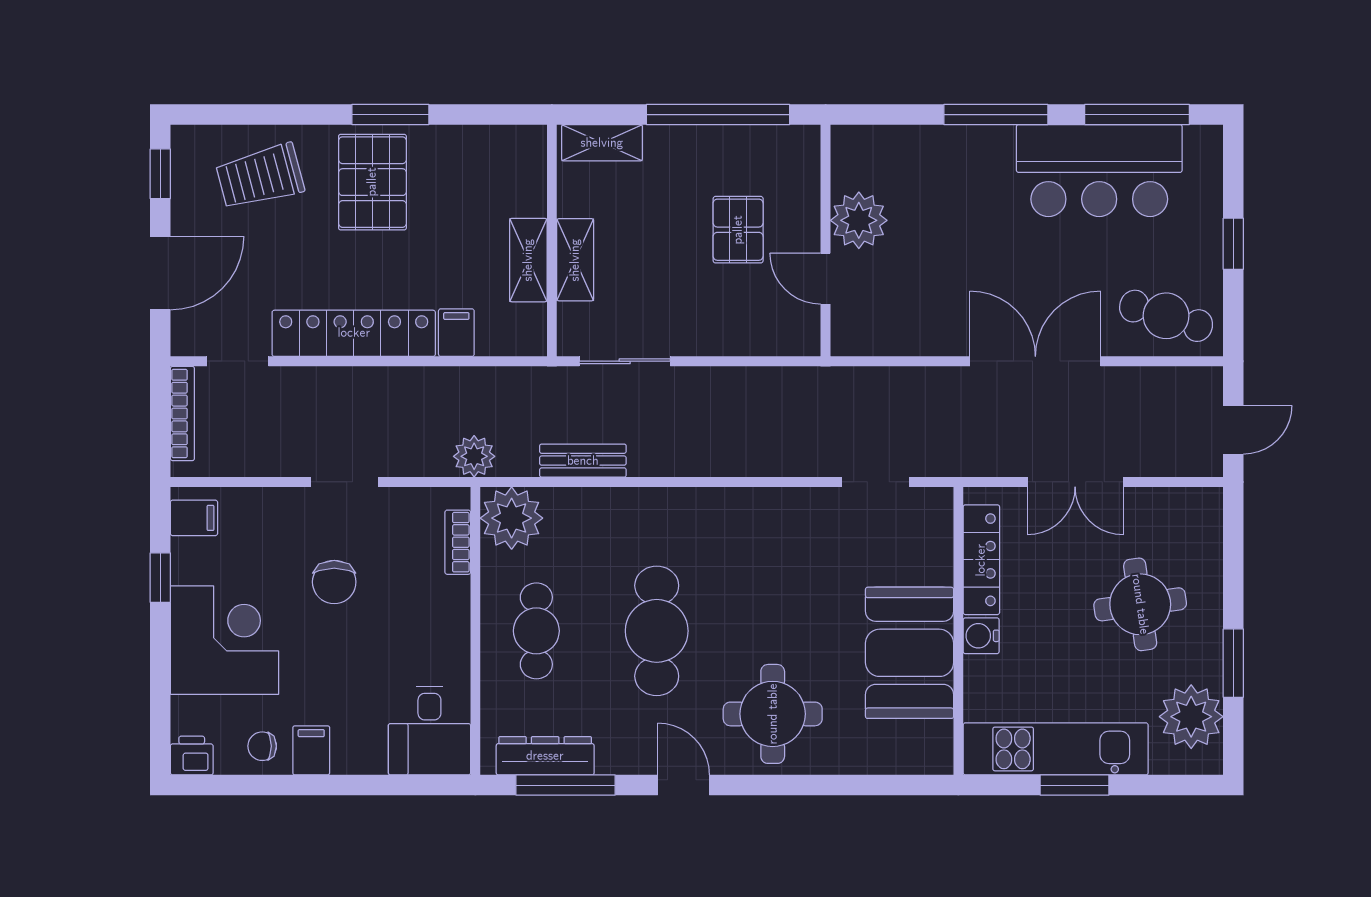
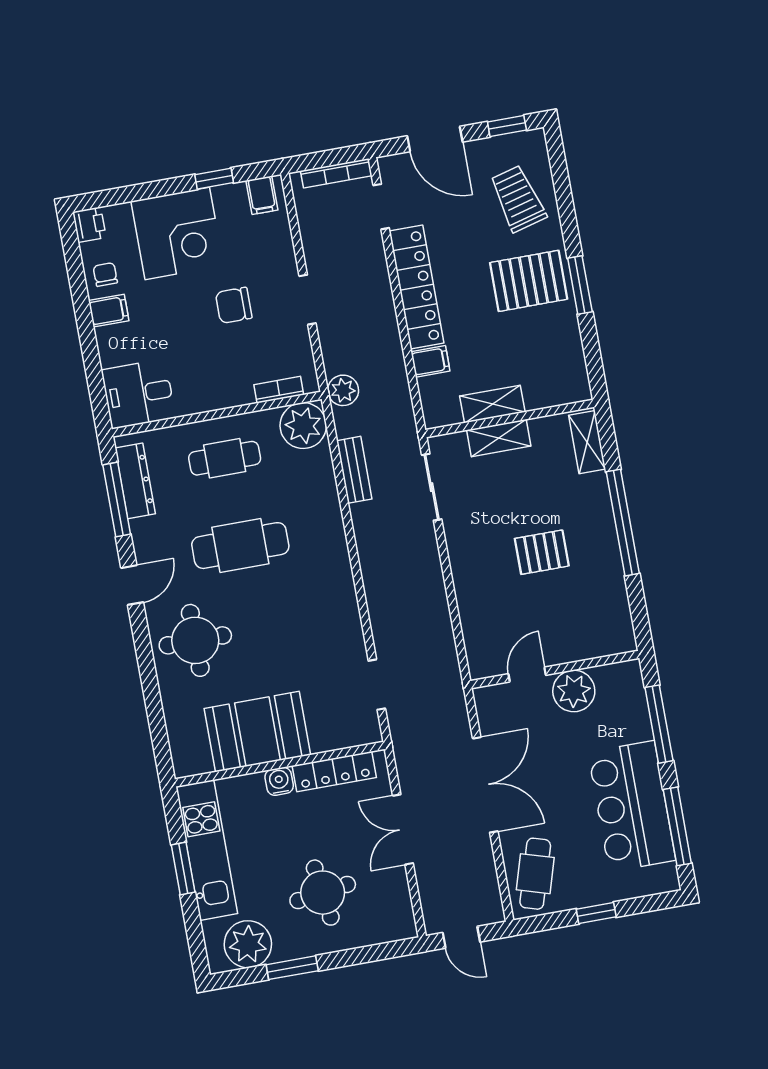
plant: (859, 220) -> (574, 691), moved
wall: (826, 240) -> (555, 670), moved
door: (826, 279) -> (527, 675), moved

